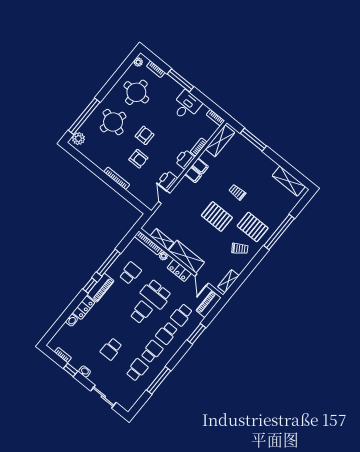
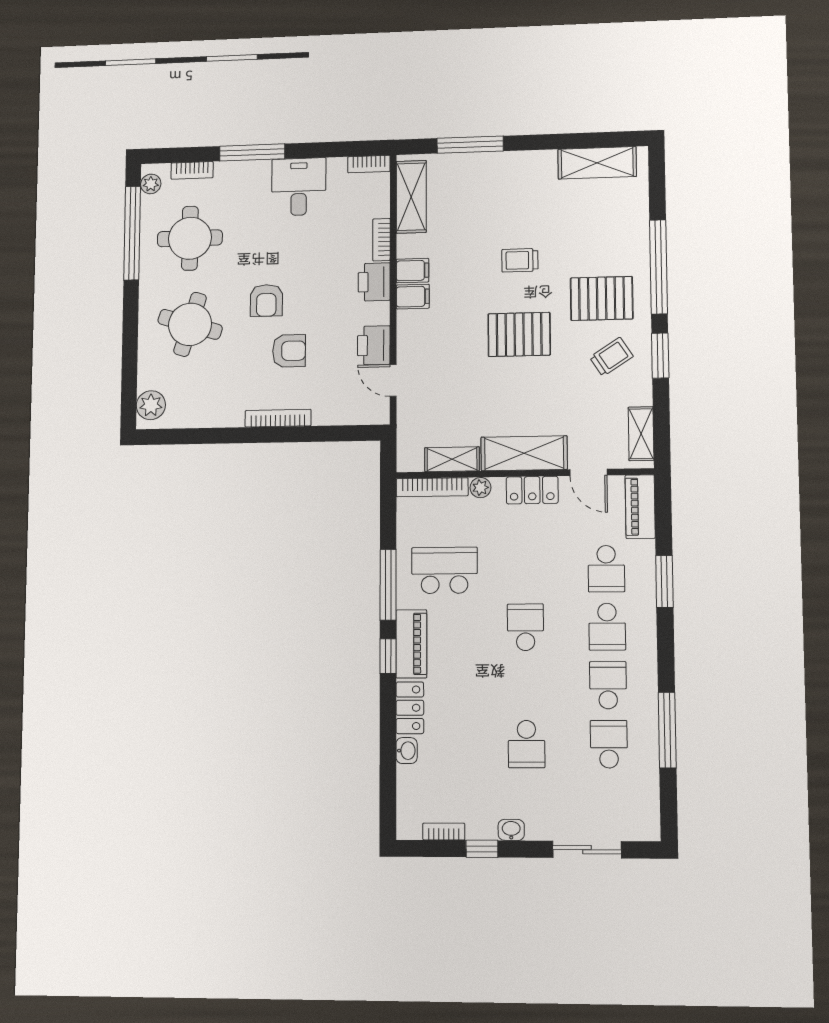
window: (84, 116) -> (132, 233), moved
armchair: (145, 135) -> (266, 300), turned 180
window: (255, 261) -> (660, 356), added
school desk: (130, 273) -> (444, 570), width x1.85
school desk: (156, 294) -> (525, 570), removed

